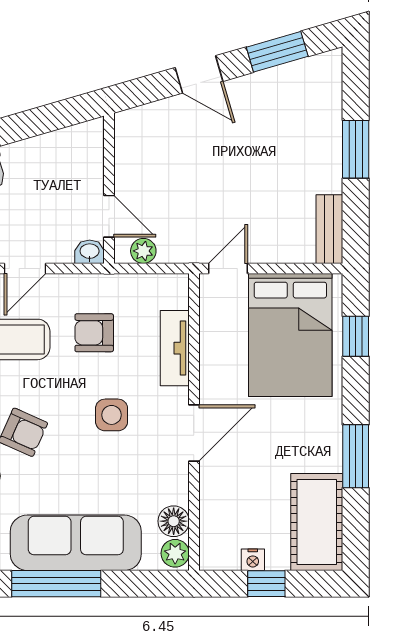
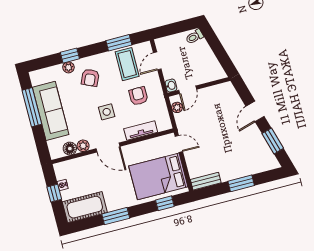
door: (25, 268) -> (157, 61), hinge flipped
plant: (175, 553) -> (83, 146), moved

